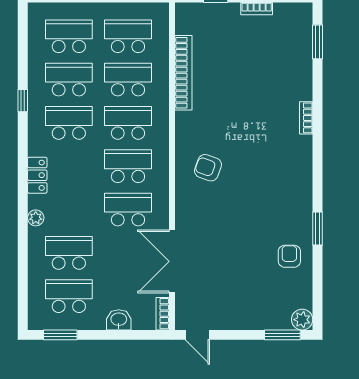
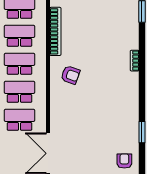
armchair: (208, 168) -> (70, 75), moved, turned 180
armchair: (289, 256) -> (124, 161), moved

